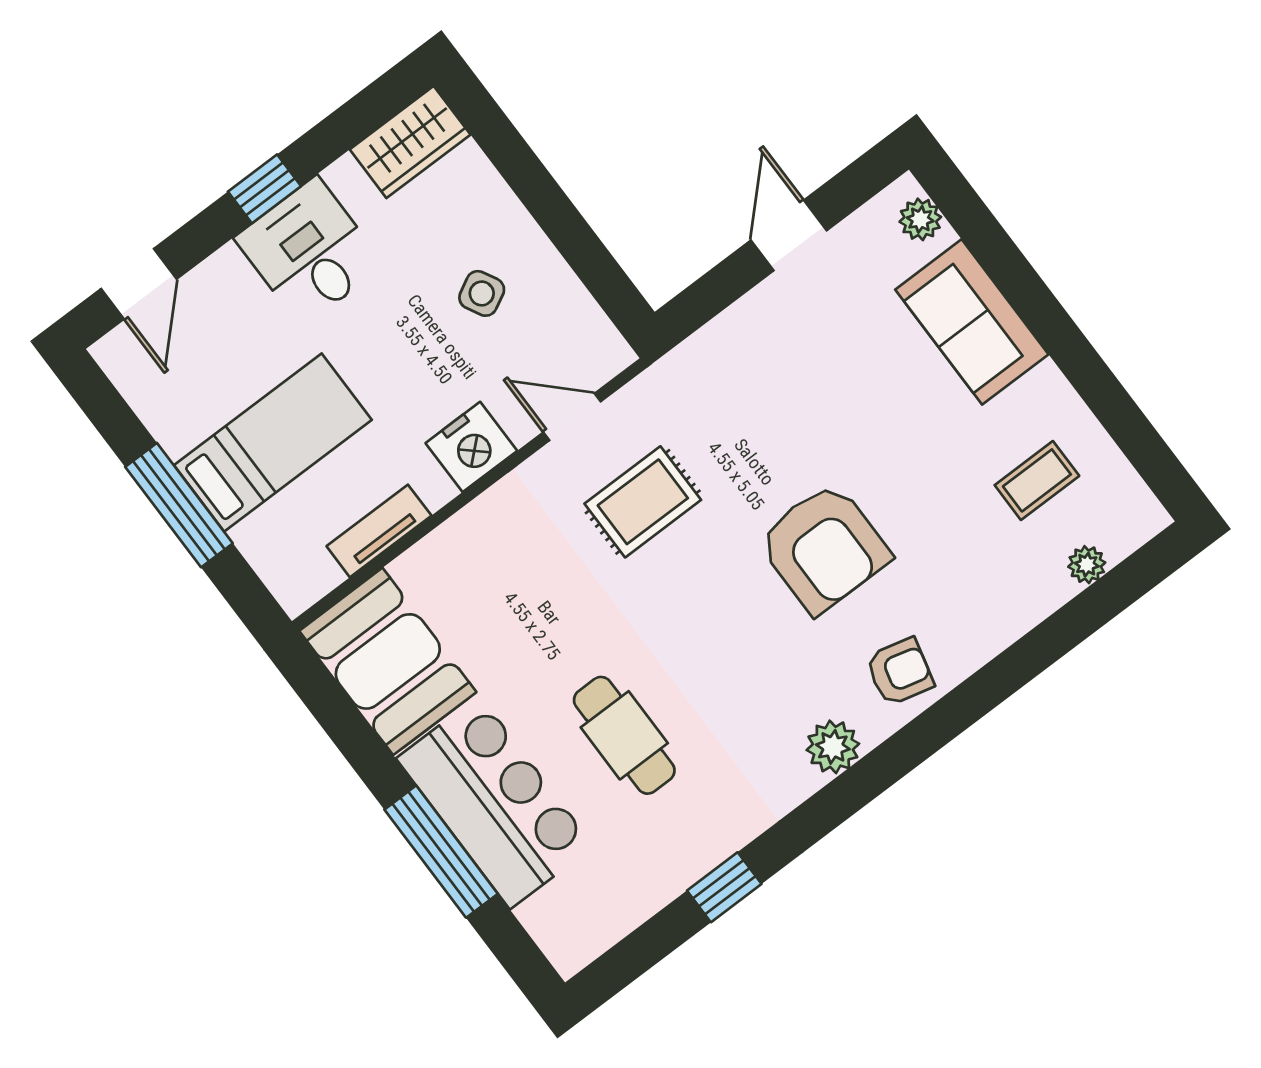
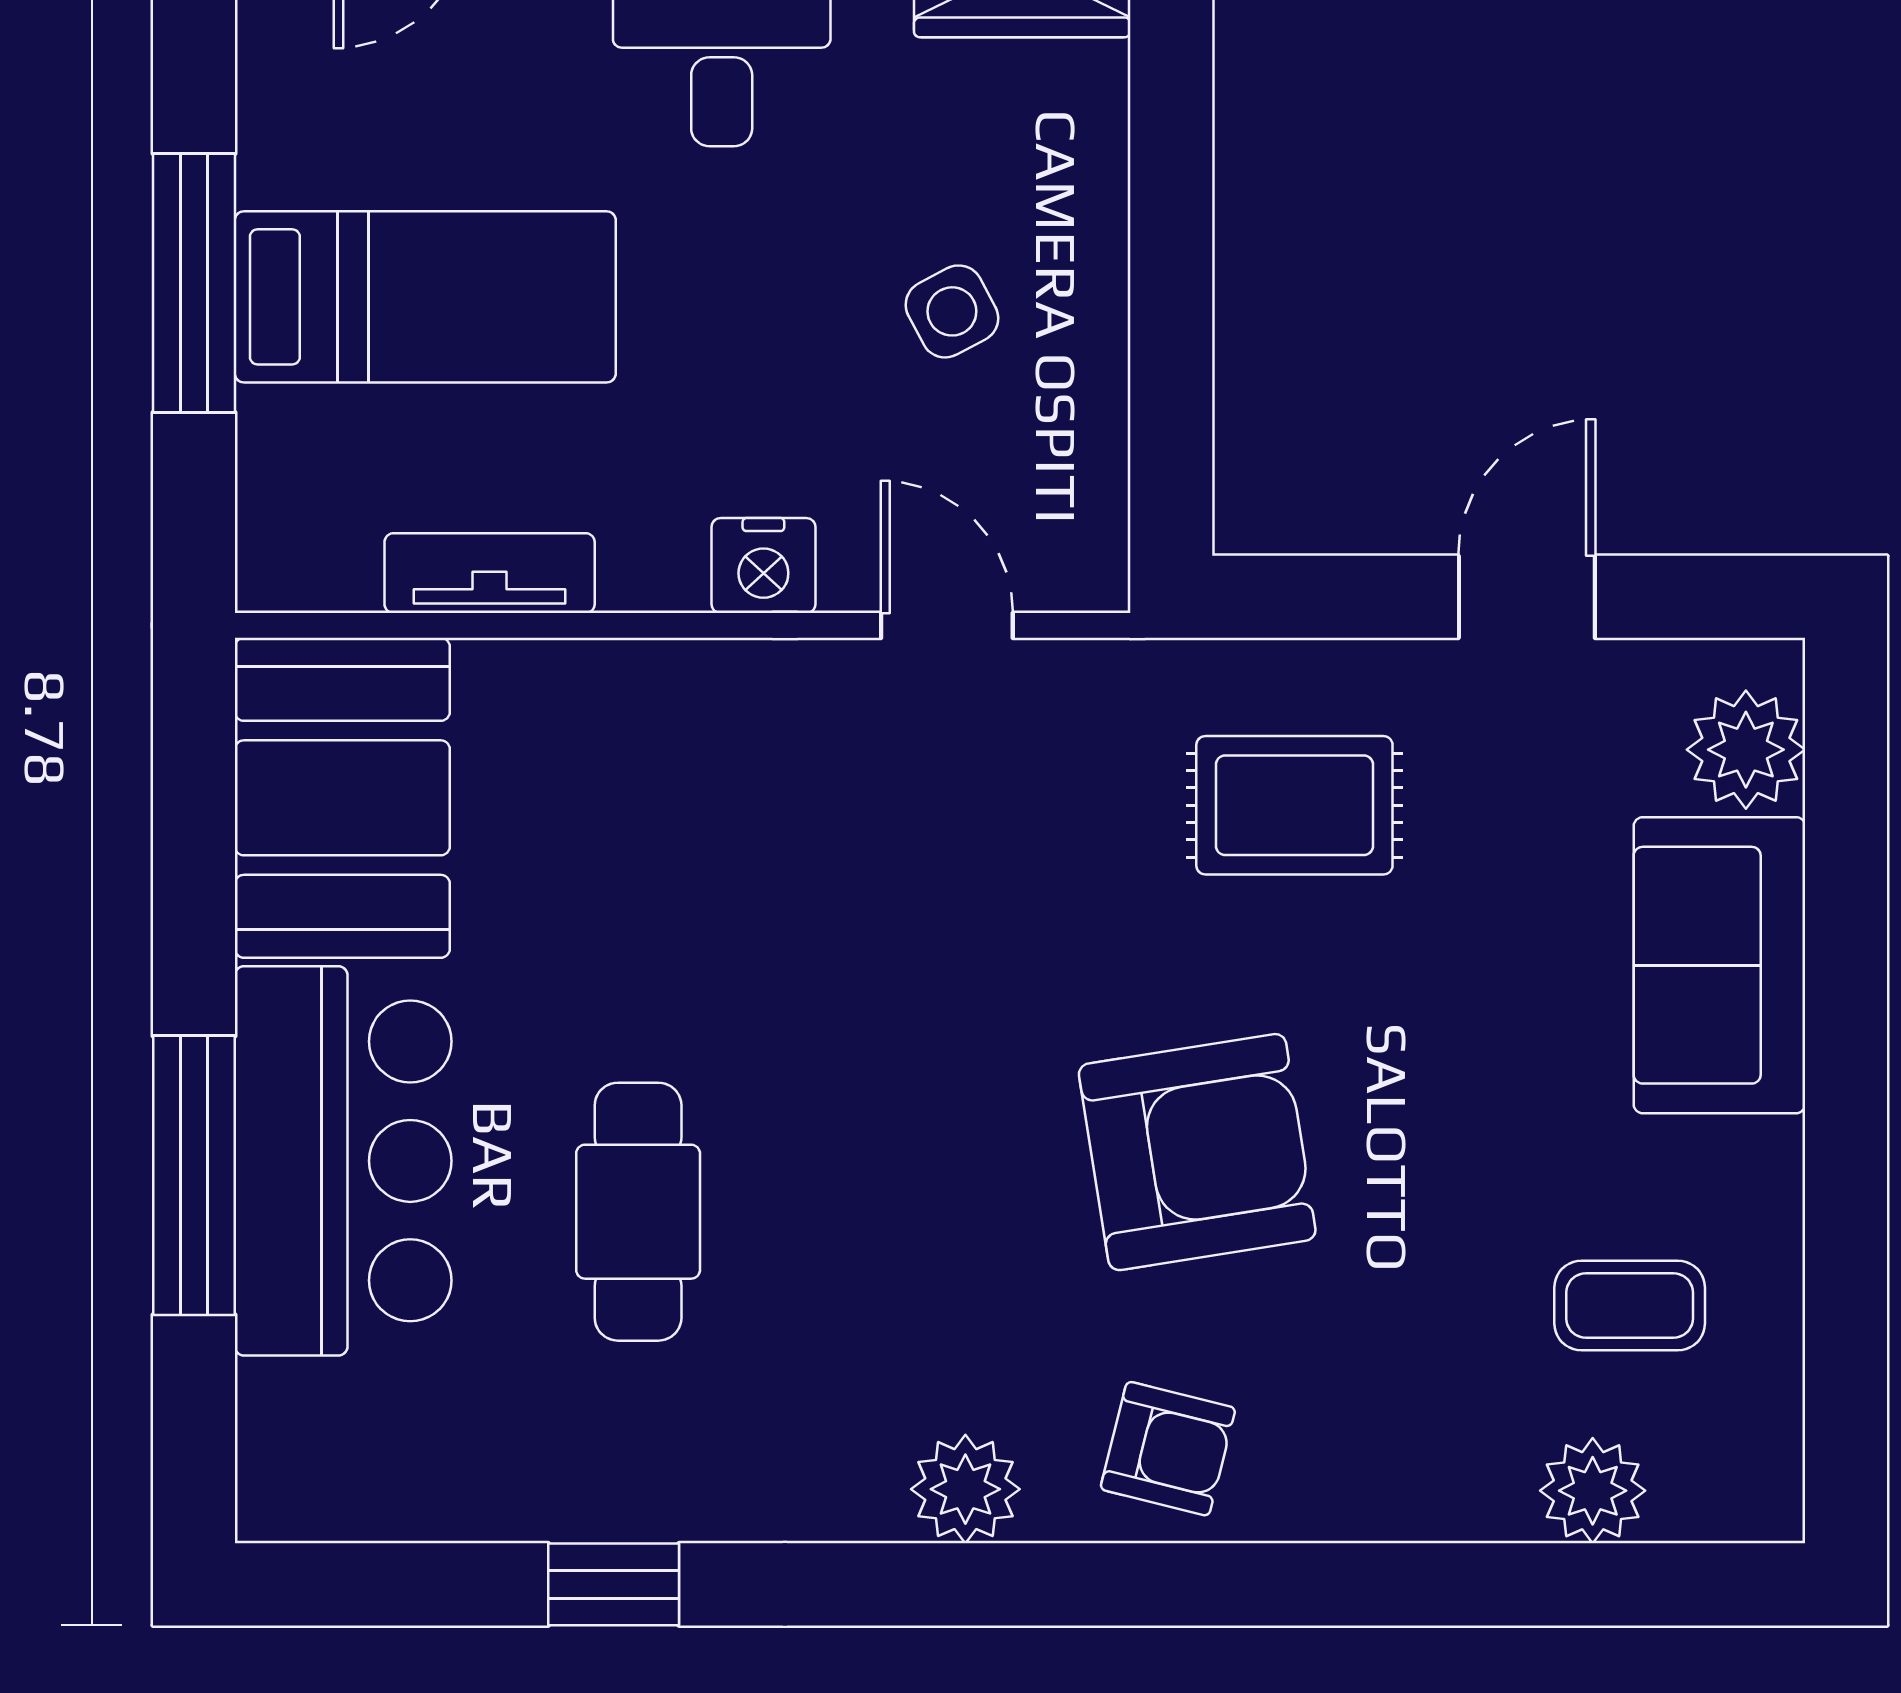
plant: (920, 219) -> (1746, 750), width x1.38, depth x1.38
nightstand: (471, 447) -> (763, 566), width x0.74, depth x0.75
rug: (643, 502) -> (1294, 805), moved
armchair: (824, 548) -> (1197, 1152), turned -99
plant: (1087, 565) -> (1593, 1491), width x1.38, depth x1.38

